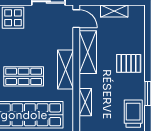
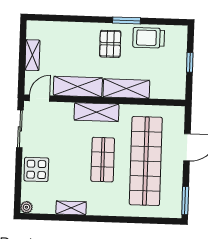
pallet: (129, 63) -> (110, 44), moved
shelving: (85, 102) -> (126, 89), width x1.50, depth x1.33

